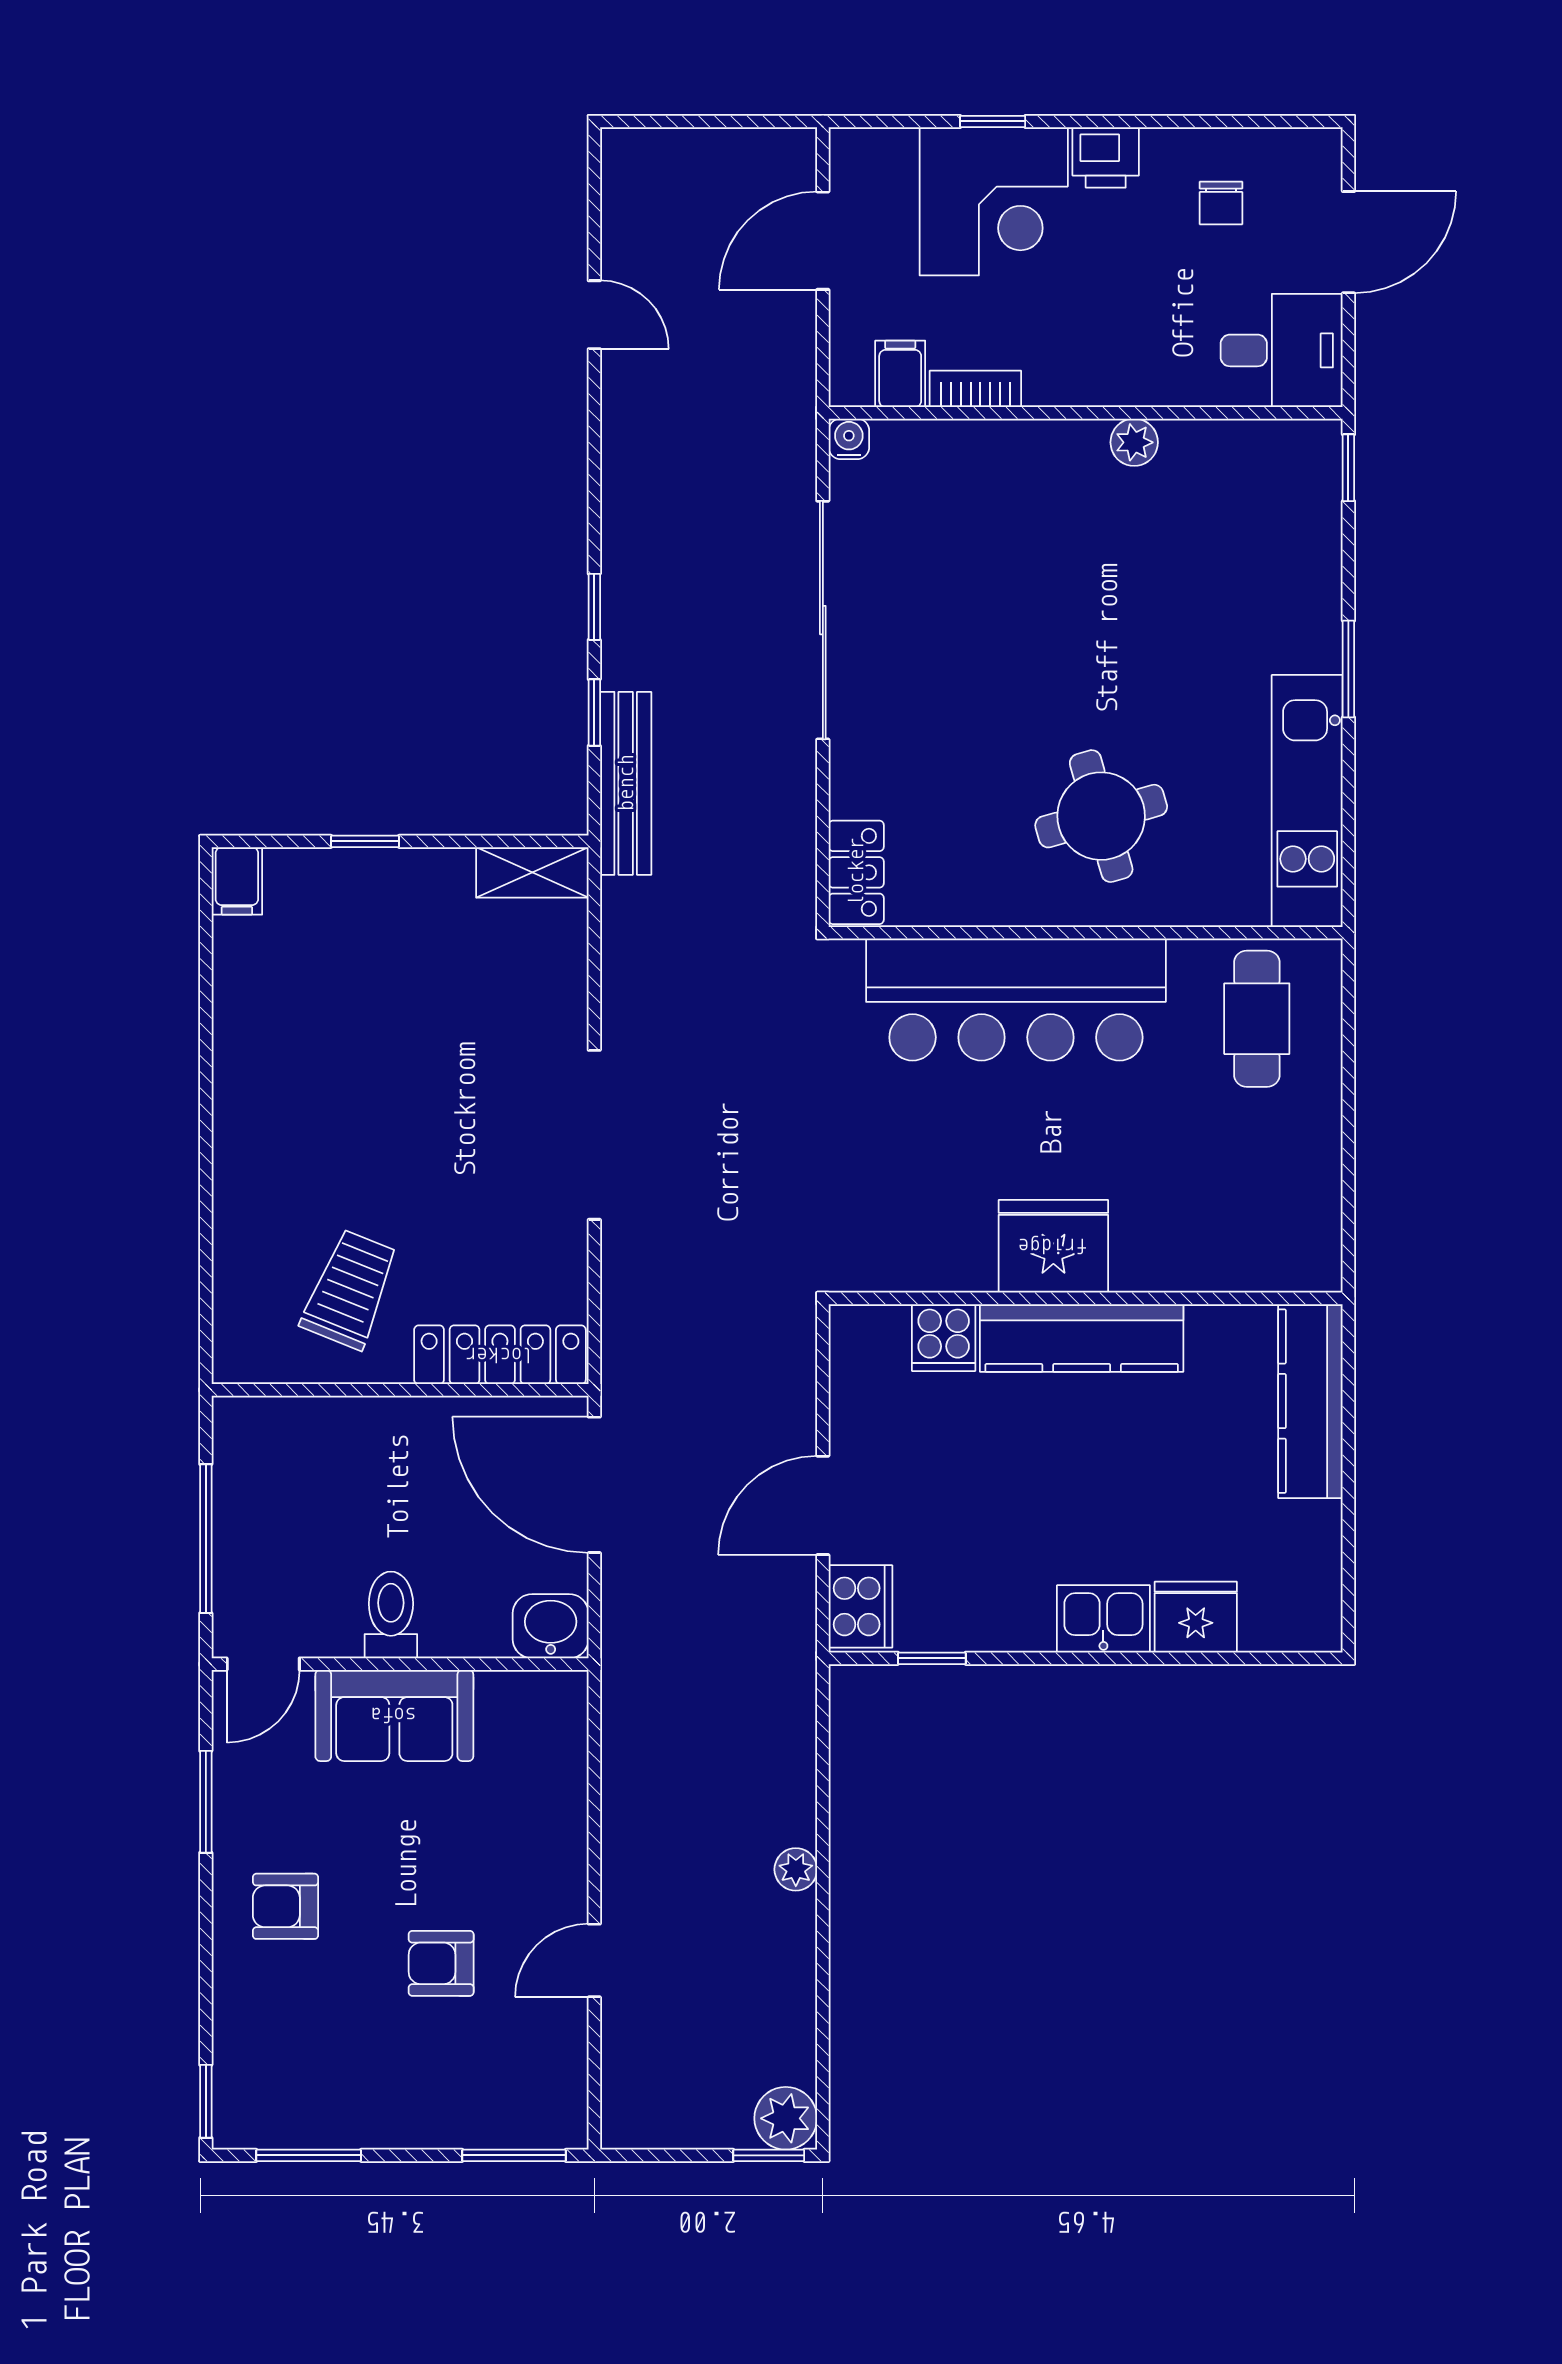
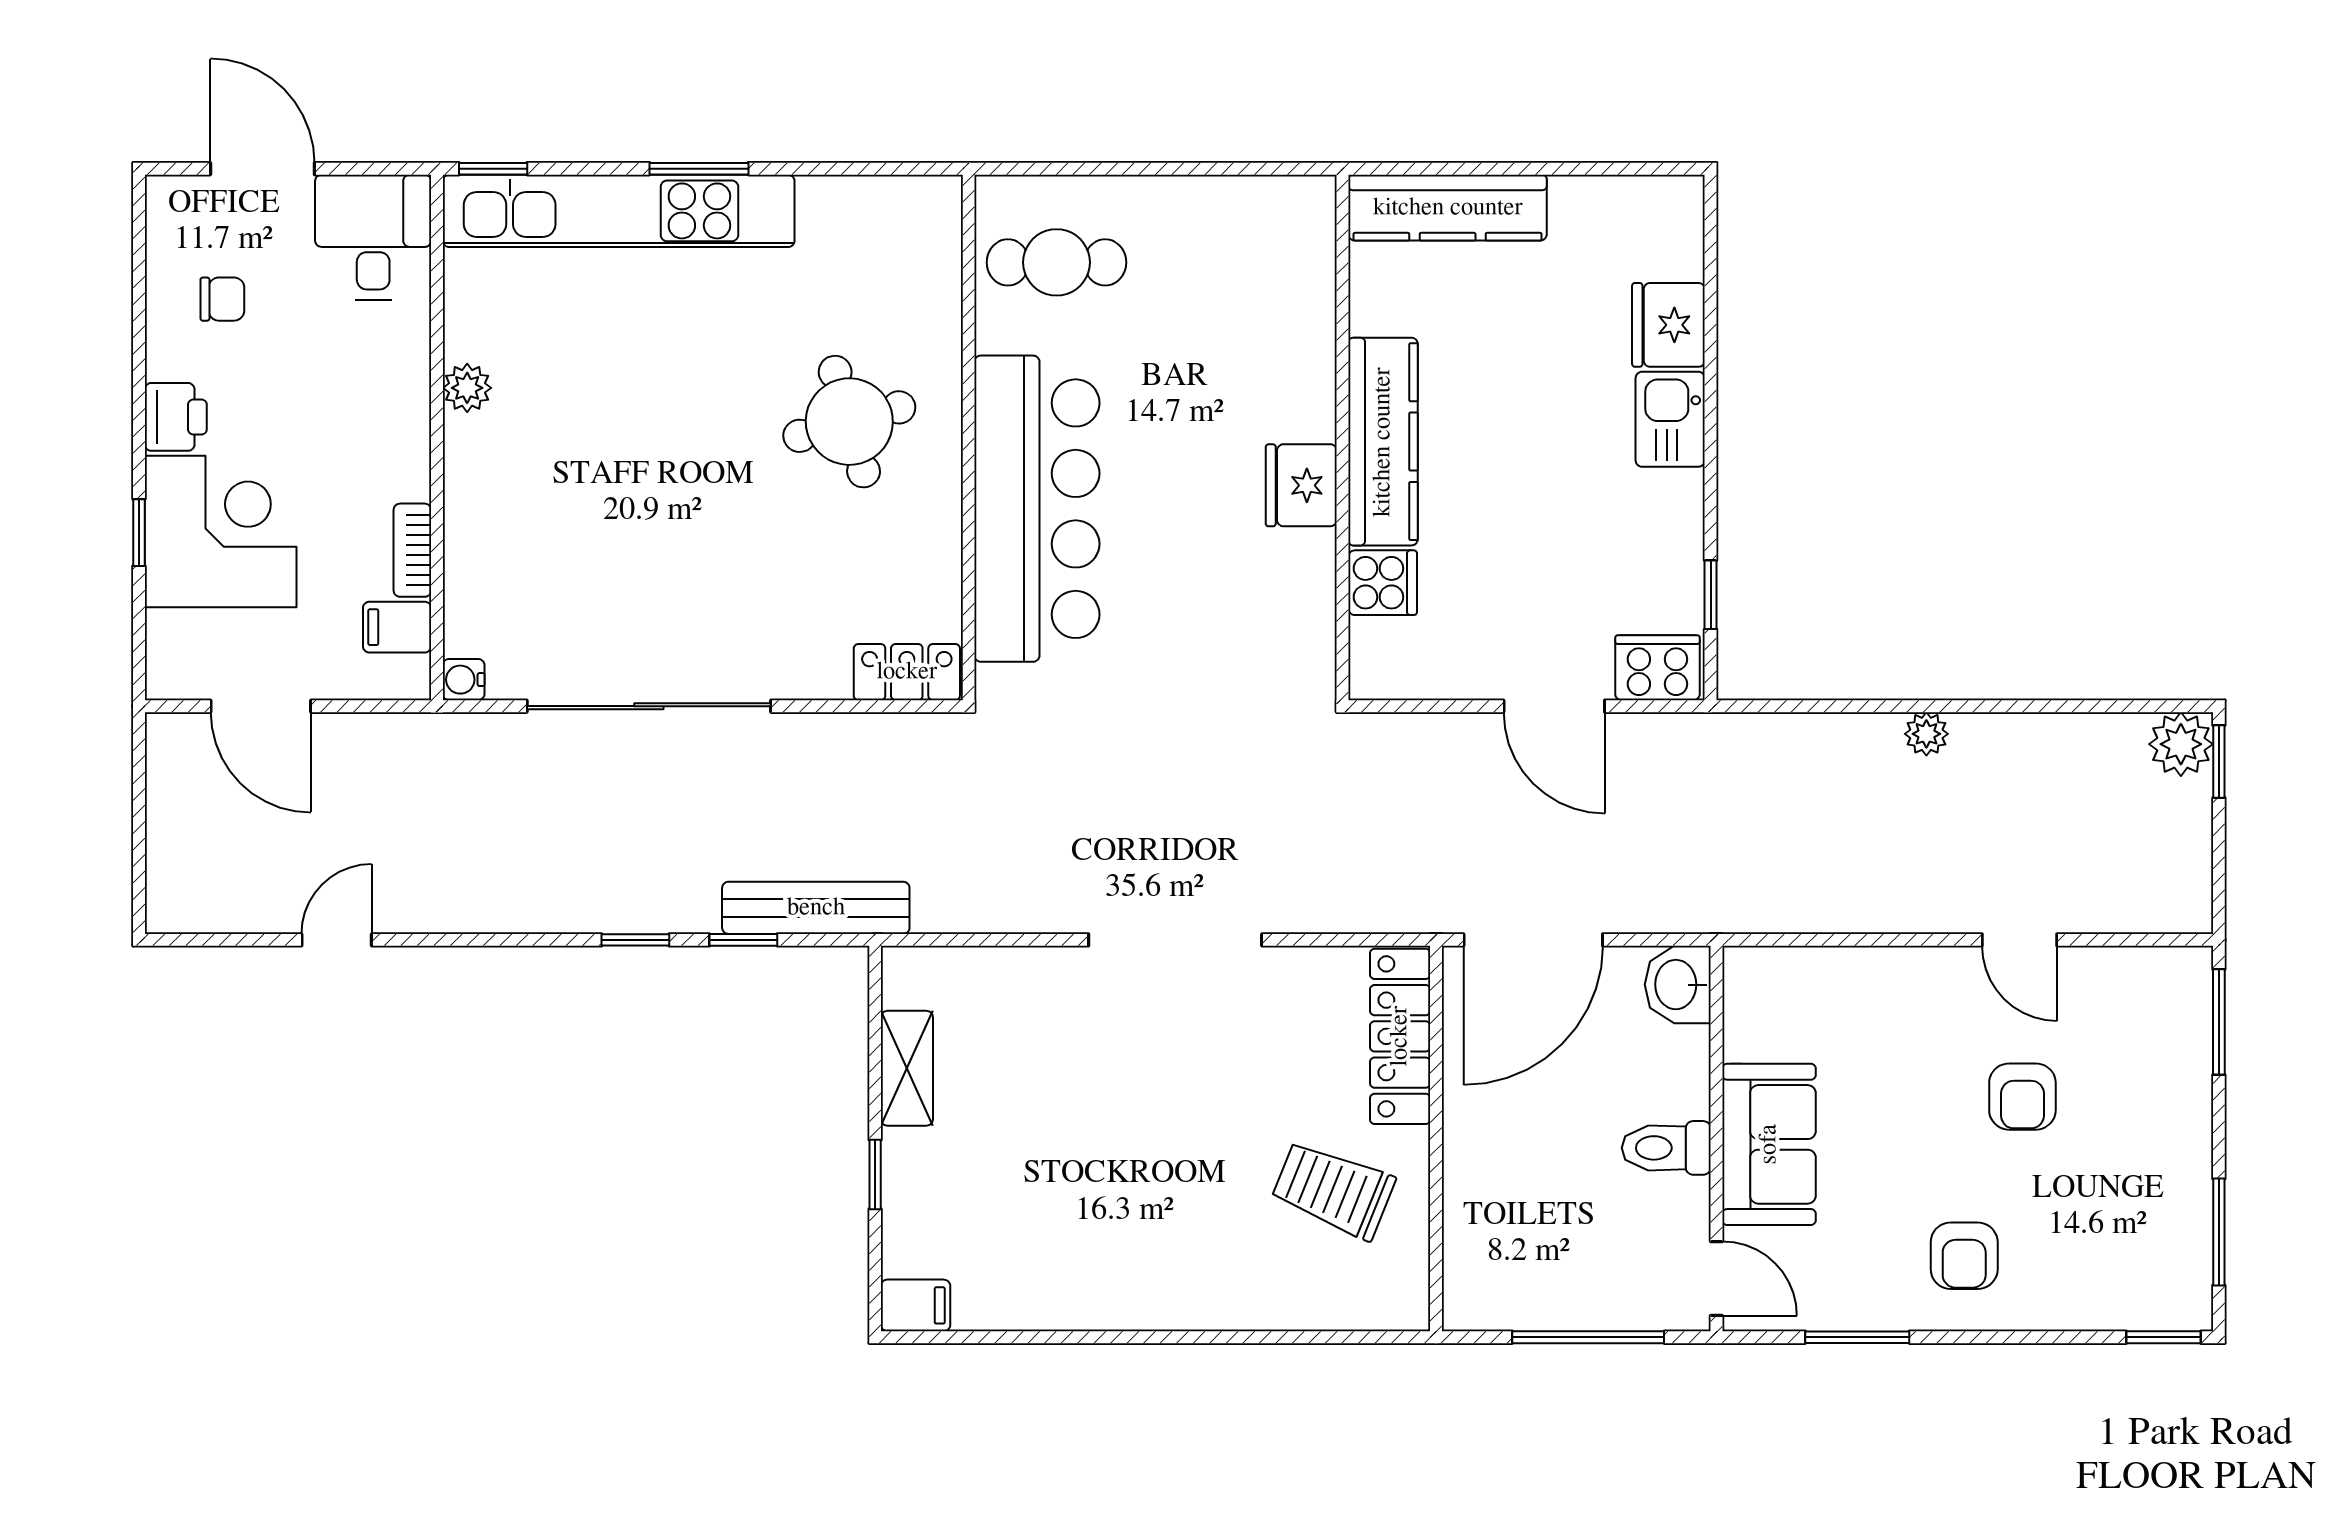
kitchen unit: (1307, 801) -> (619, 211), moved, width x1.36
shelving: (532, 872) -> (907, 1068), moved
fridge: (1053, 1246) -> (1301, 485), width x0.73, depth x0.75

